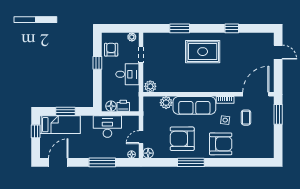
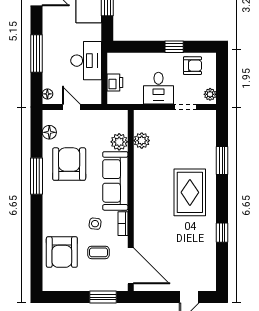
plant: (150, 86) -> (142, 141), moved
floor lamp: (111, 106) -> (114, 66), removed
armchair: (221, 144) -> (62, 252), moved
floor lamp: (148, 153) -> (49, 132), moved

